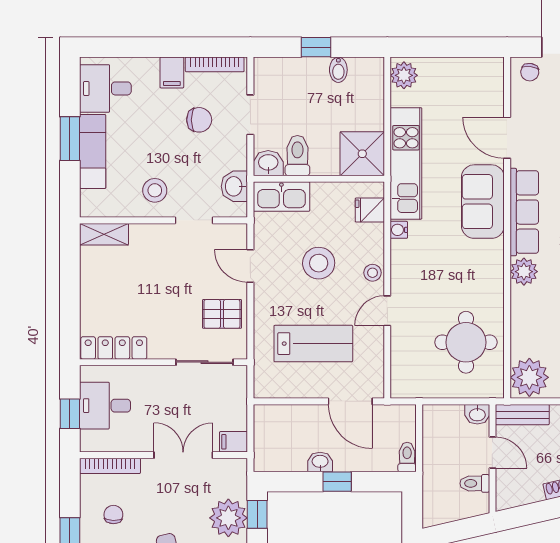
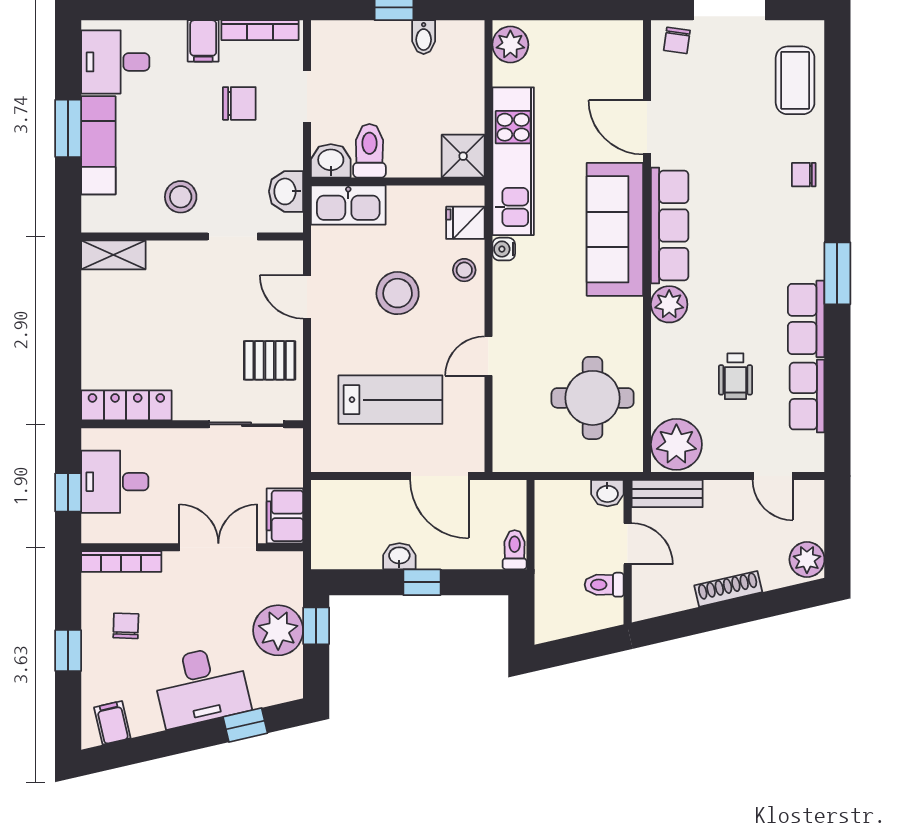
shower: (362, 154) -> (463, 156), width x0.73, depth x0.73
sofa: (483, 202) -> (615, 229), width x1.36
stool: (373, 273) -> (464, 270), moved
filing cabinet: (234, 442) -> (285, 516), width x2.00

